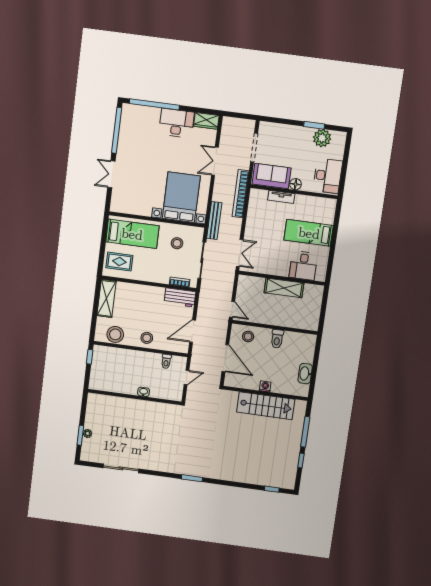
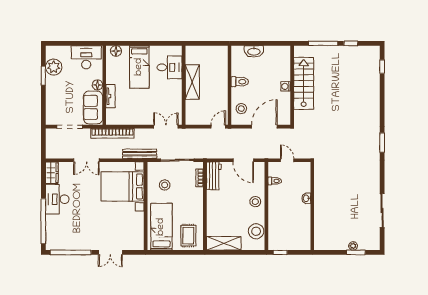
floor lamp: (330, 209) -> (116, 51), added
washbasin: (305, 374) -> (254, 51), moved

